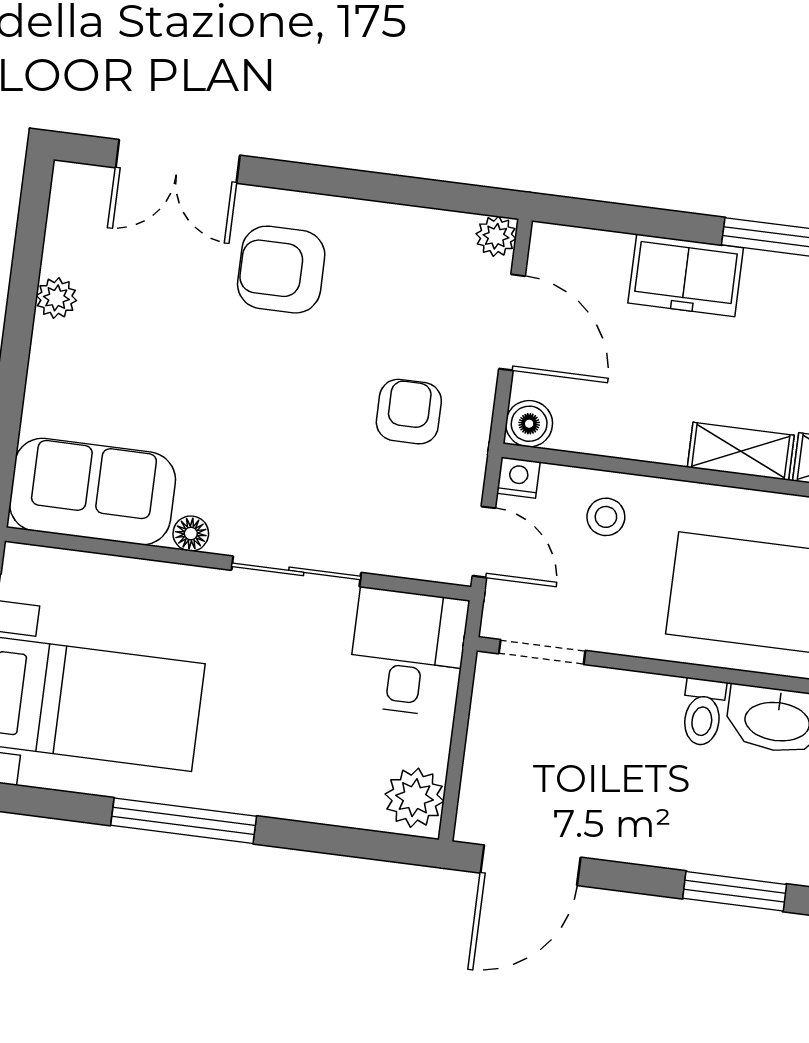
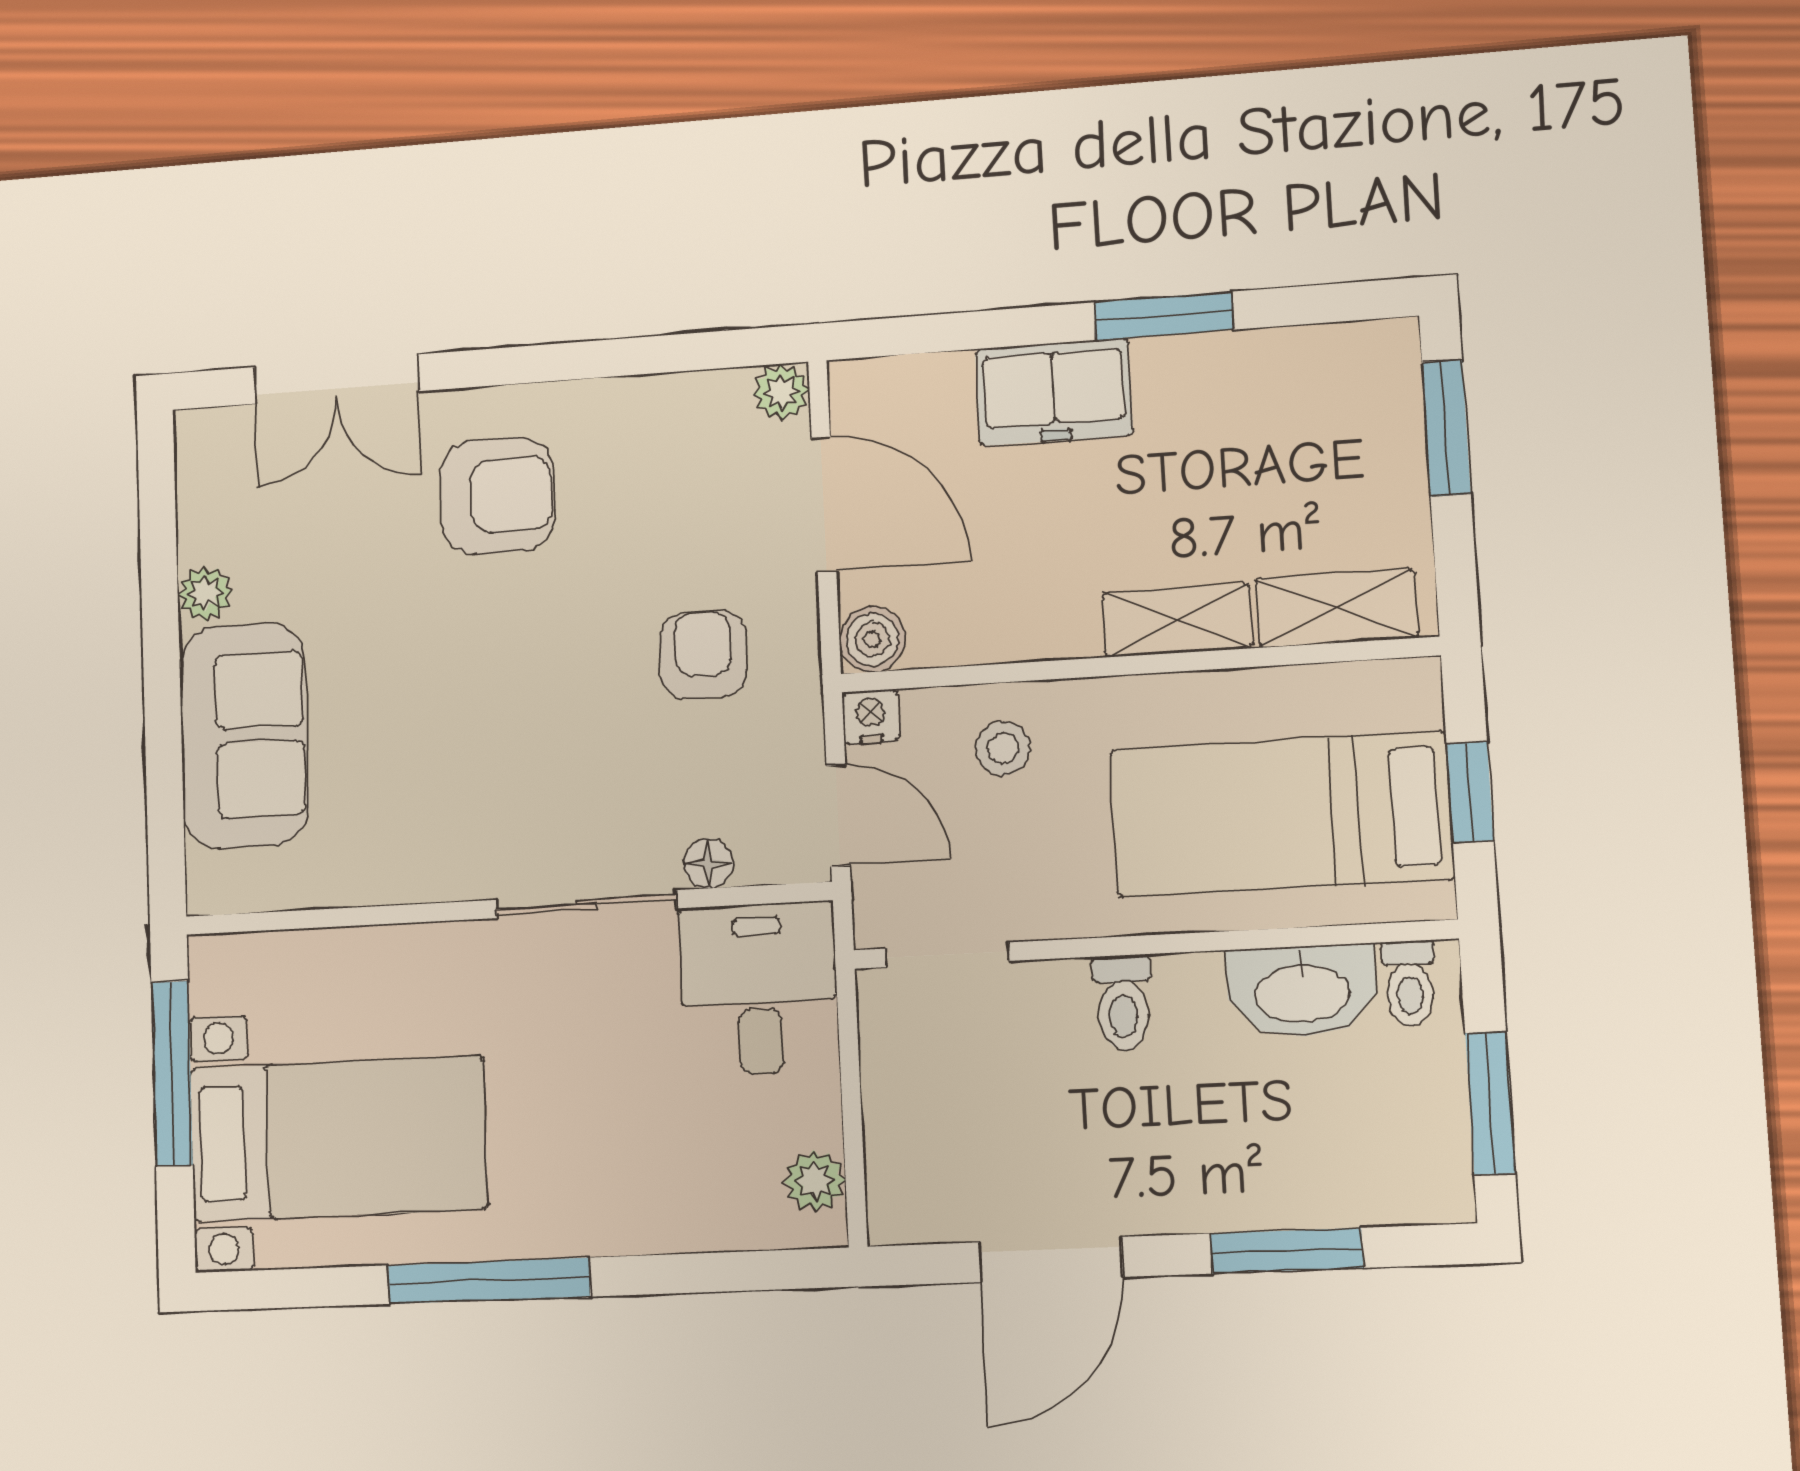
armchair: (281, 270) -> (497, 496), turned 180
sofa: (92, 492) -> (244, 736), moved, turned 90
floor lamp: (191, 534) -> (708, 863), moved
toilet: (703, 712) -> (1123, 1003), moved
plant: (414, 798) -> (815, 1181), width x0.73, depth x0.73
door: (530, 865) -> (1051, 1260), moved

